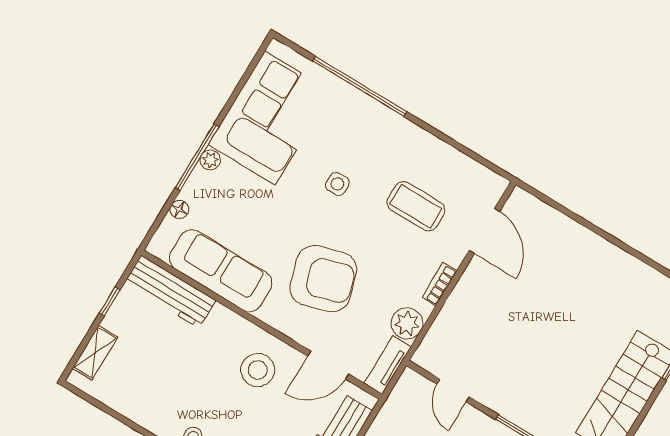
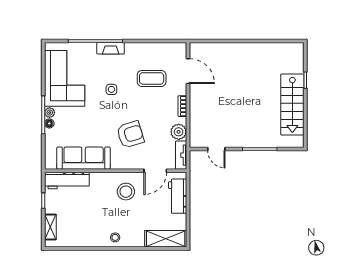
fireplace: (378, 114) -> (111, 48), added
floor lamp: (179, 209) -> (49, 123), moved
armchair: (323, 279) -> (130, 134), width x0.73, depth x0.73

